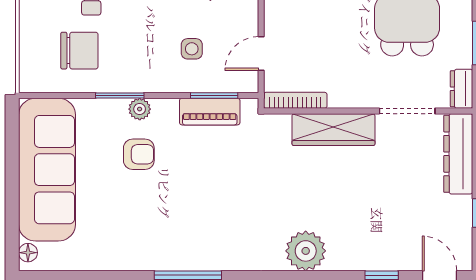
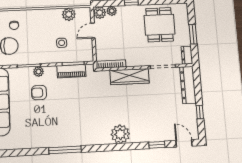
door: (261, 54) -> (93, 31), moved
armchair: (139, 154) -> (39, 93), turned 180

